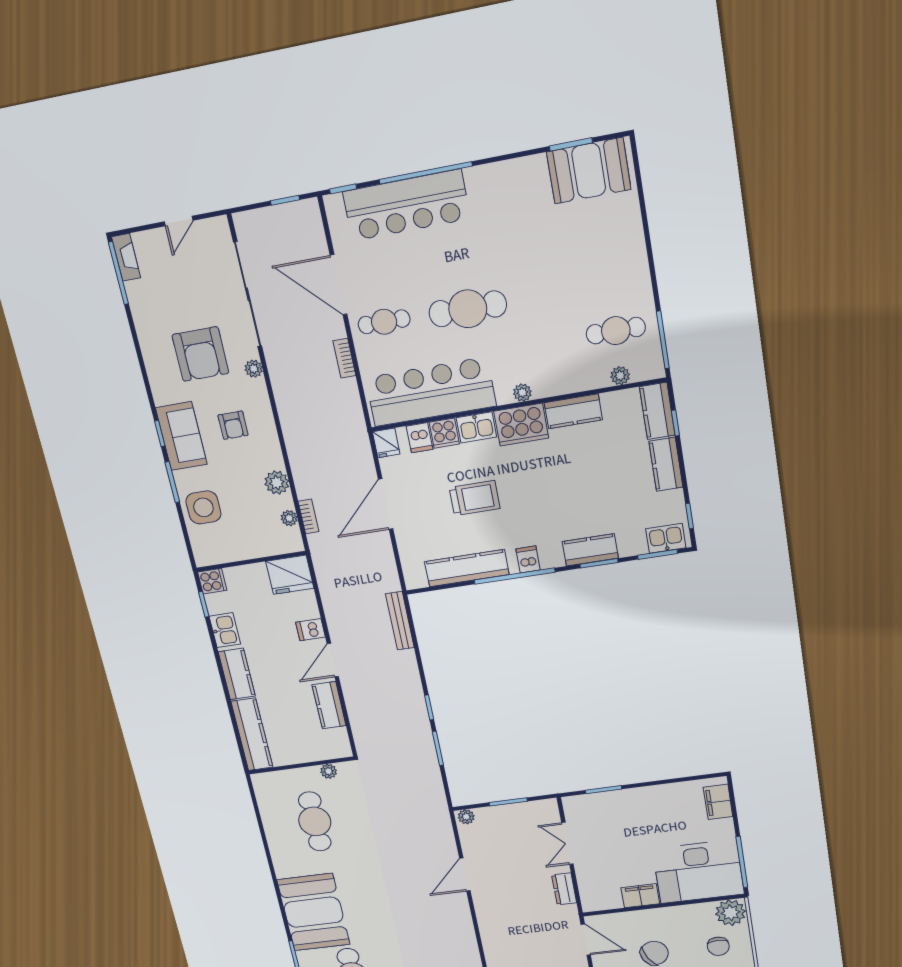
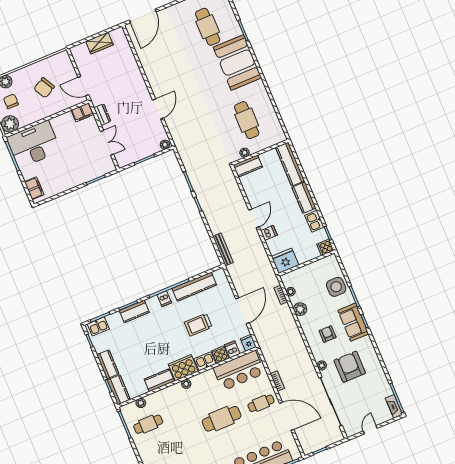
bar counter: (431, 392) -> (239, 371), width x0.73
kitchen counter: (329, 705) -> (248, 166), moved, turned 90
filing cabinet: (640, 896) -> (82, 112), moved

